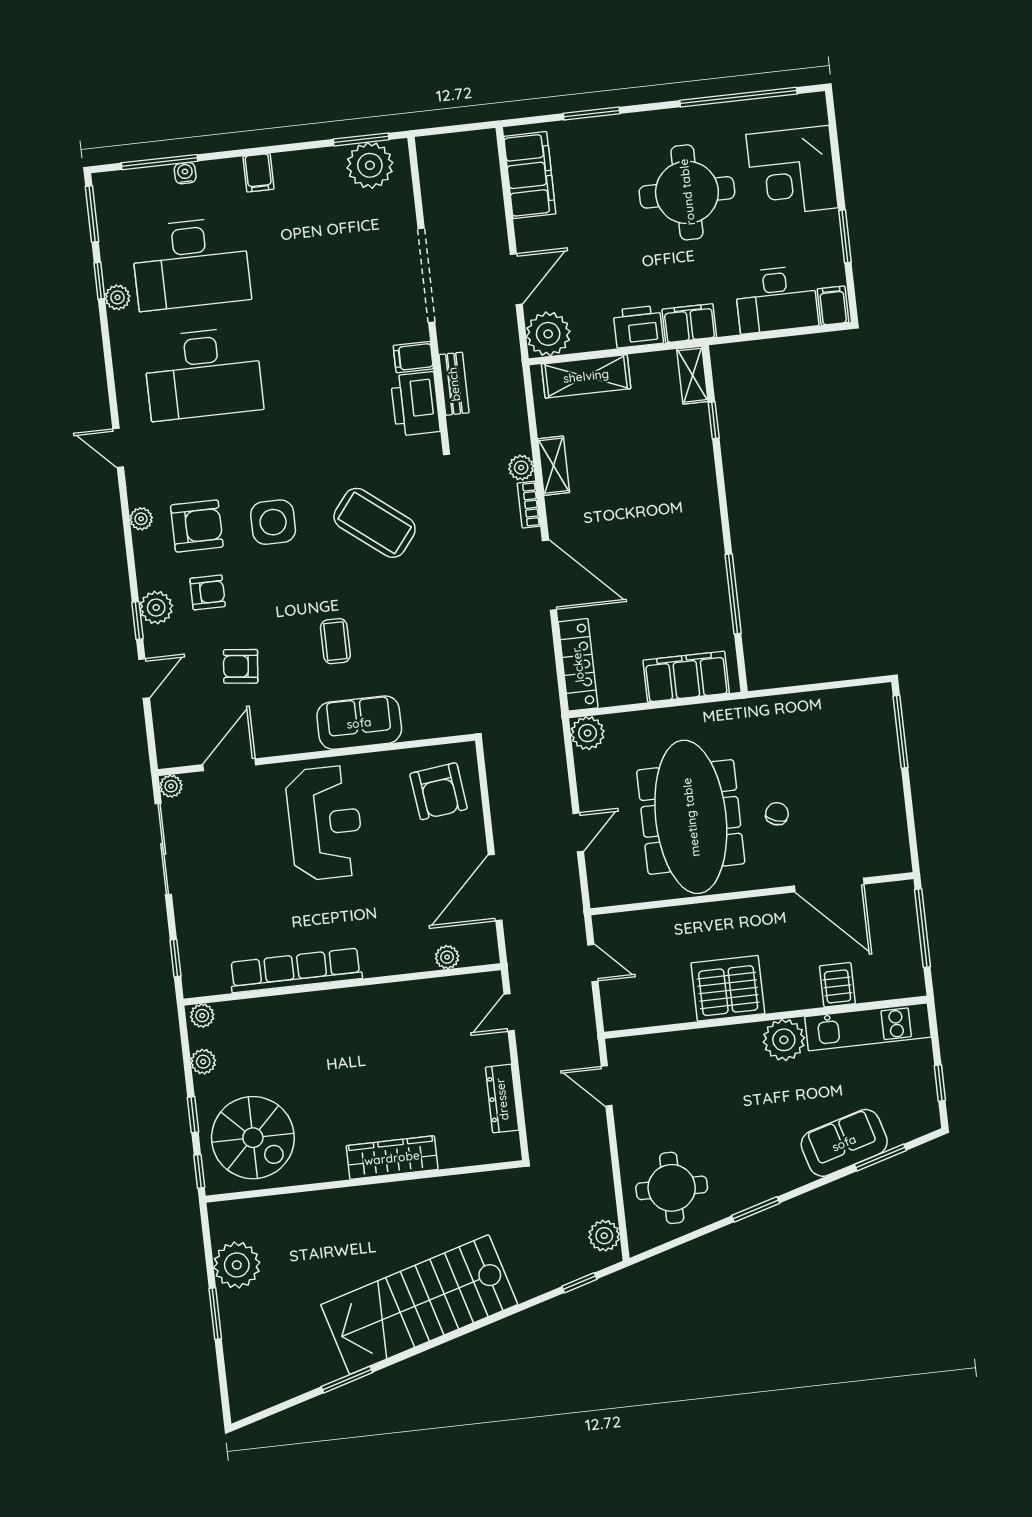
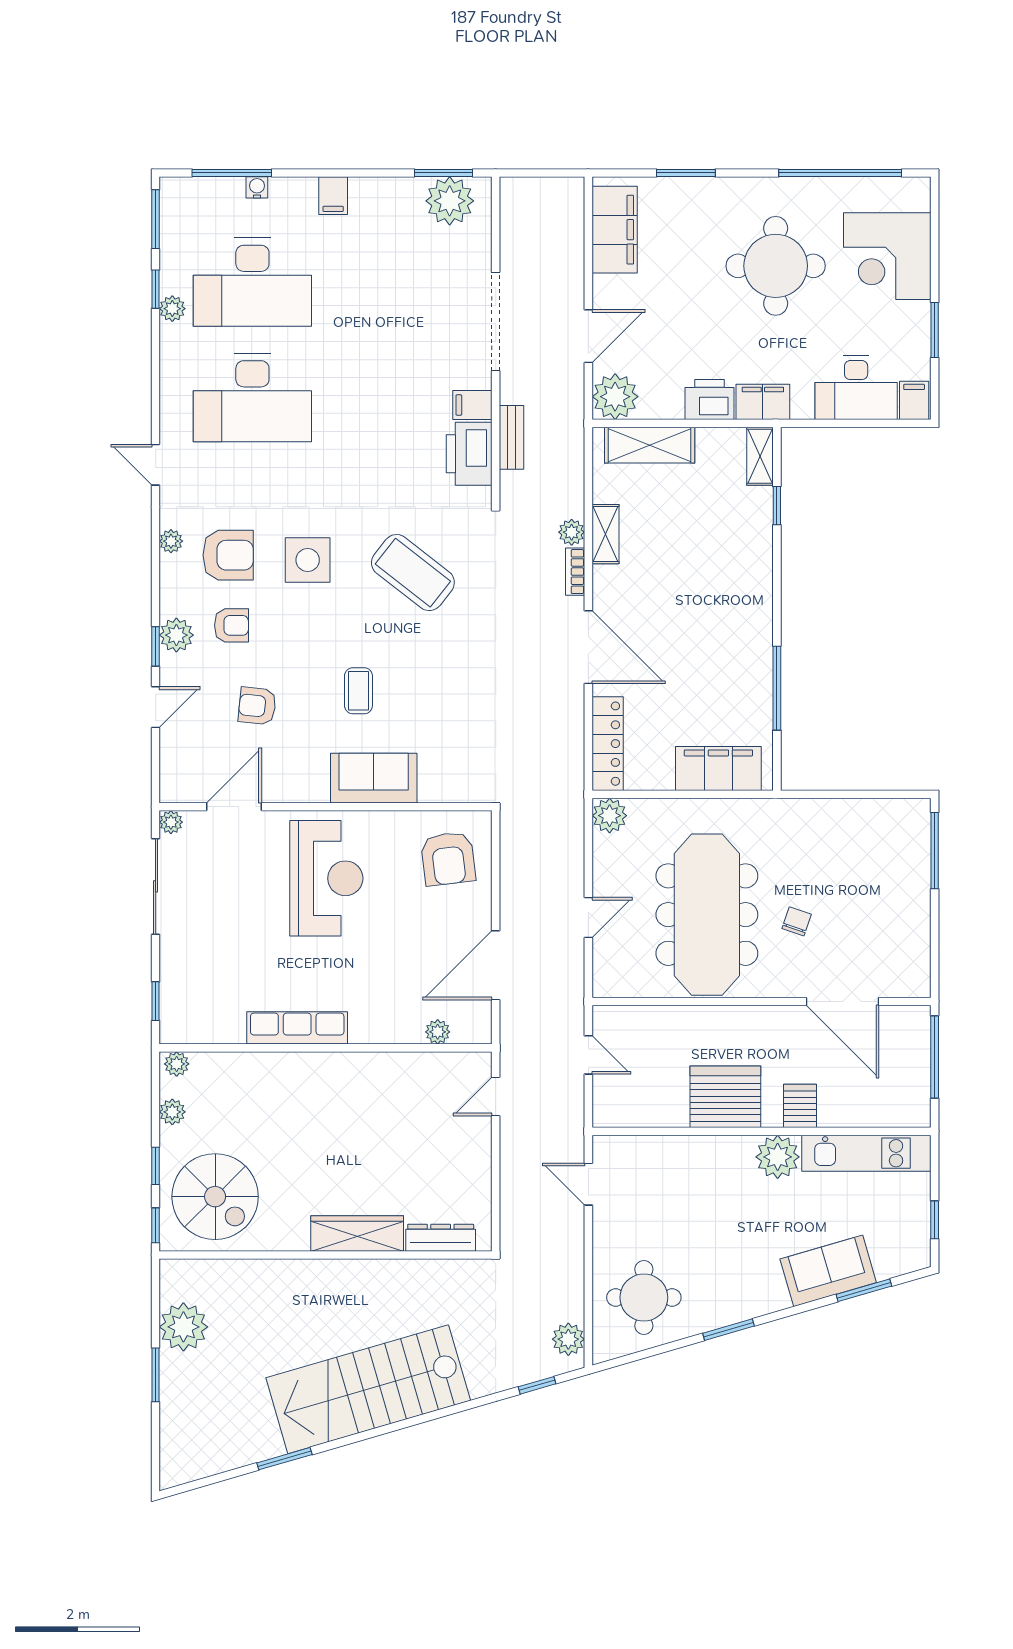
row of seats: (296, 970) -> (297, 1028), width x0.73
server rack: (837, 985) -> (800, 1106), moved
dresser: (502, 1099) -> (441, 1238), moved, turned 90

